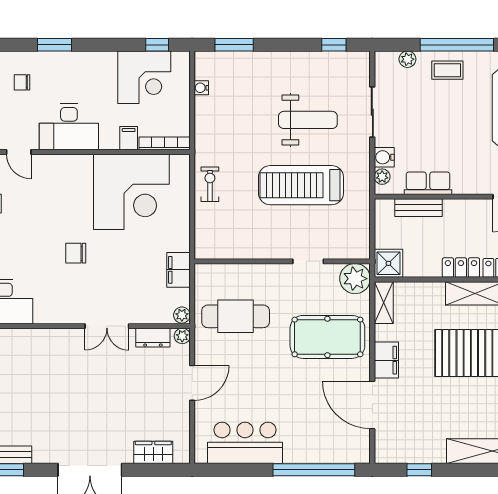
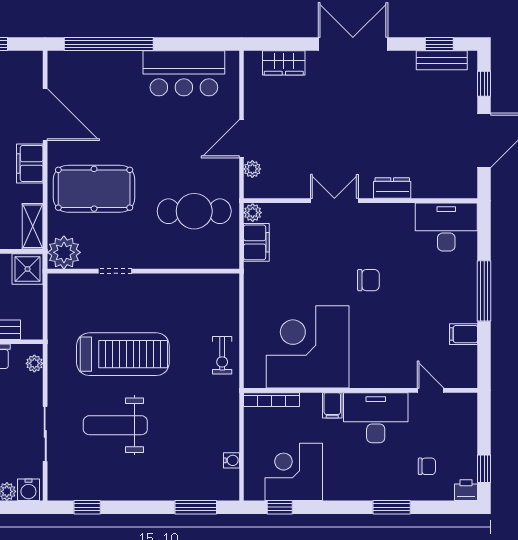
filing cabinet: (129, 138) -> (332, 405), moved
water cooler: (384, 157) -> (28, 490), moved, turned 90
filing cabinet: (178, 270) -> (256, 242), moved
plant: (182, 336) -> (252, 169), moved
dresser: (153, 338) -> (392, 188), moved

